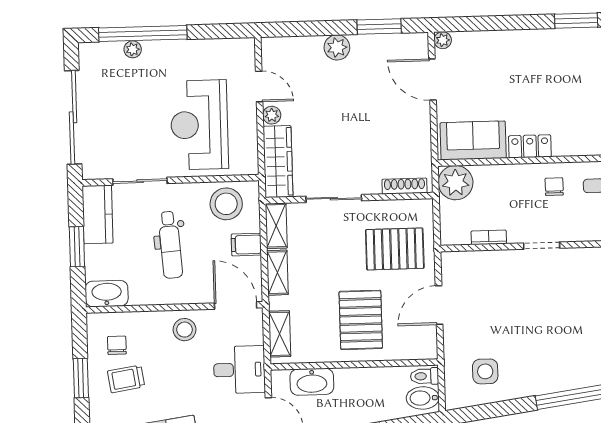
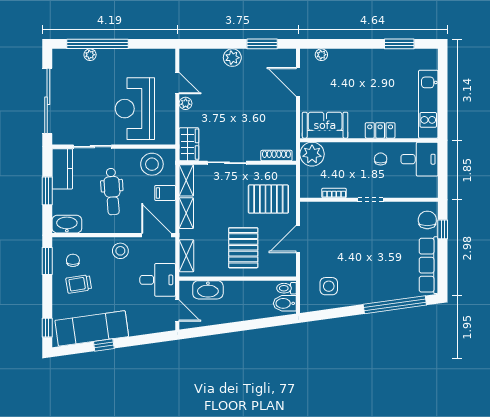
plant: (443, 40) -> (321, 55), moved
locker: (530, 146) -> (380, 130), moved
wardrobe: (278, 162) -> (189, 144), width x0.67
window: (81, 378) -> (47, 261), moved

